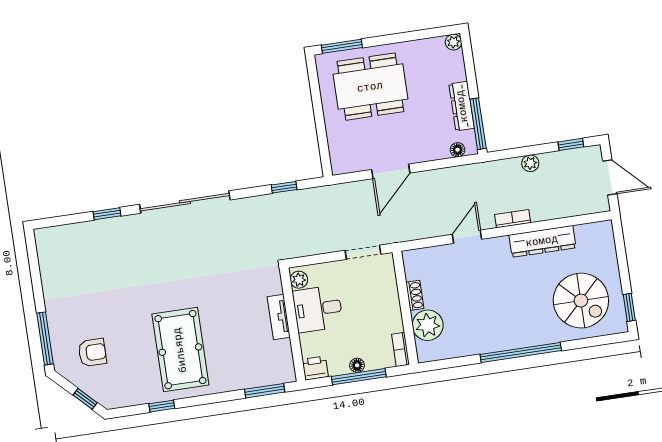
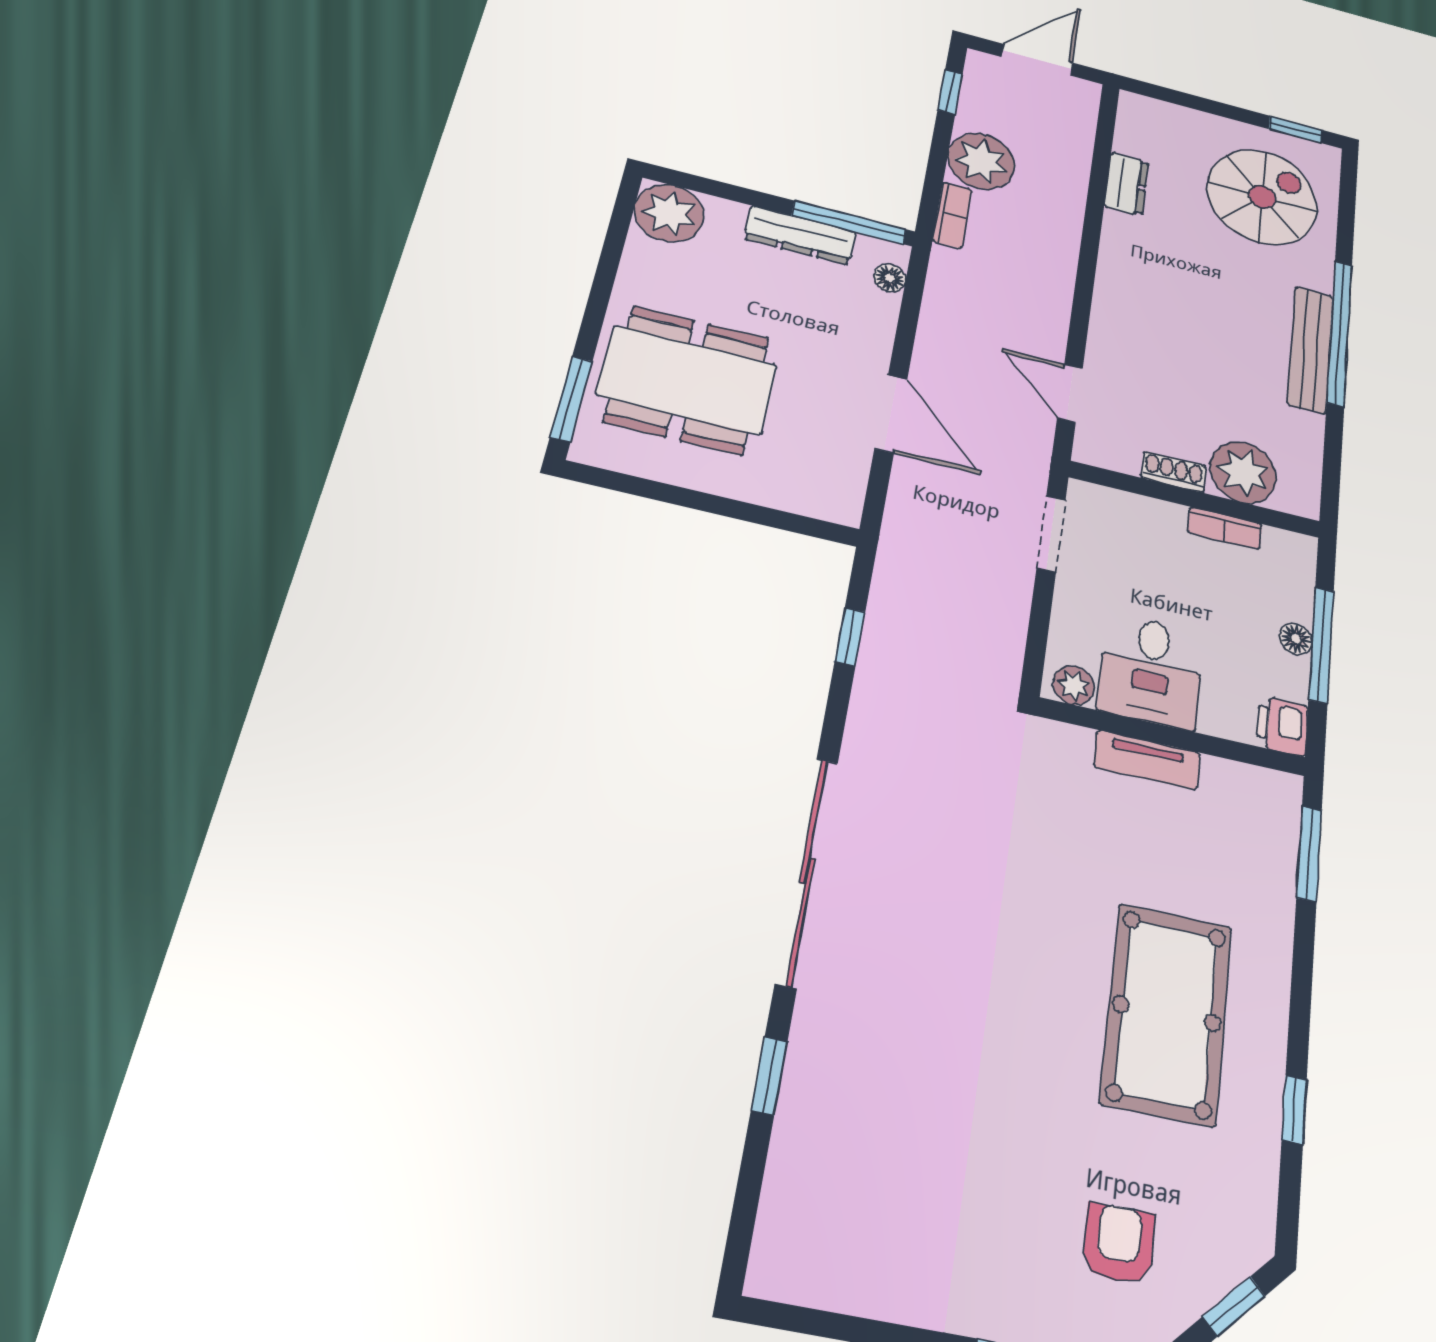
plant: (453, 42) -> (669, 213), width x1.87, depth x1.87
dining table: (370, 87) -> (687, 380), turned 90
plant: (530, 163) -> (981, 161), width x1.87, depth x1.87
bookcase: (513, 219) -> (952, 215), moved, turned 180
door: (467, 237) -> (1070, 393), moved
dresser: (542, 241) -> (1126, 184), width x0.51, depth x0.80
bench: (505, 341) -> (1310, 350), added
bookcase: (401, 349) -> (1225, 528), moved
pool table: (180, 350) -> (1167, 1014), turned 90

